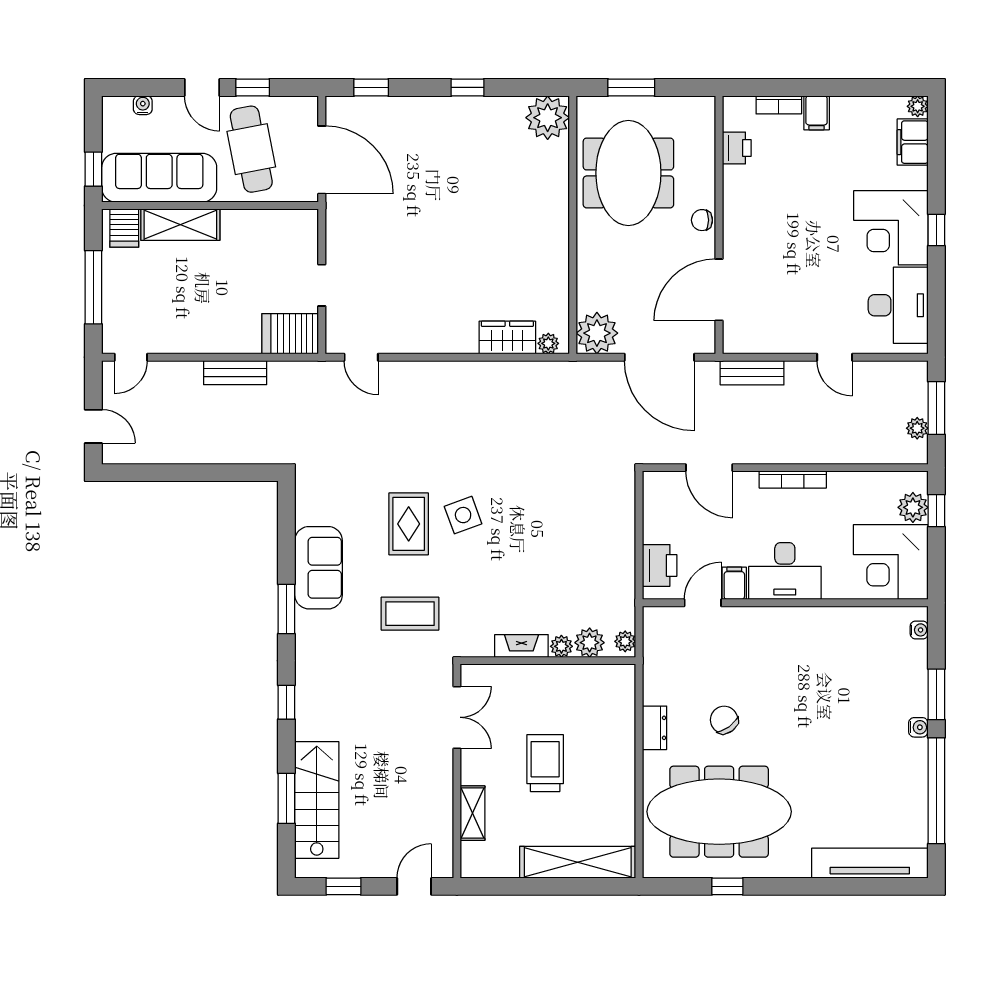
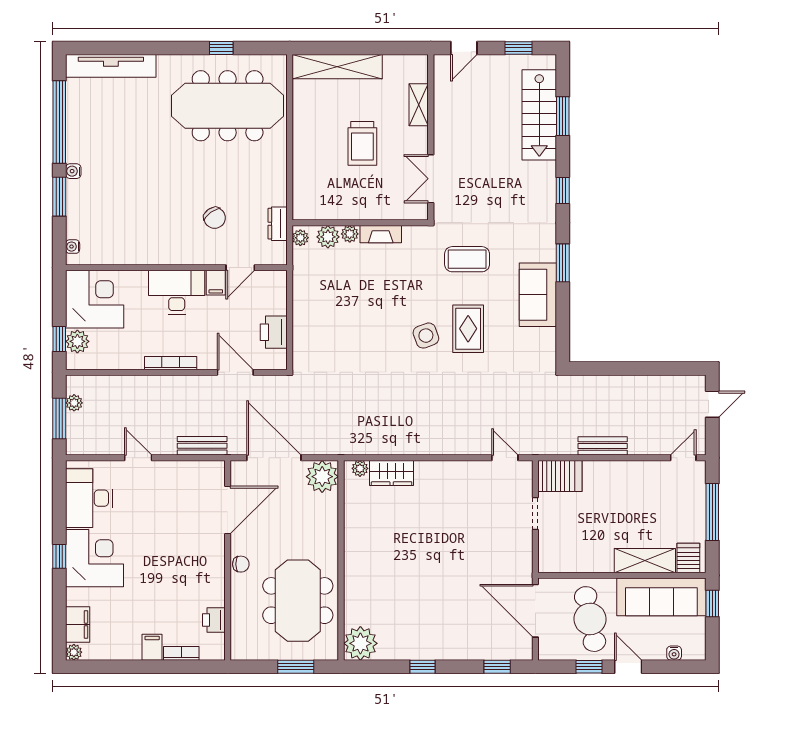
door: (93, 426) -> (712, 404), swing flipped
printer: (660, 565) -> (274, 332), moved
chair: (724, 720) -> (215, 218), moved
dresser: (655, 728) -> (278, 224), moved

